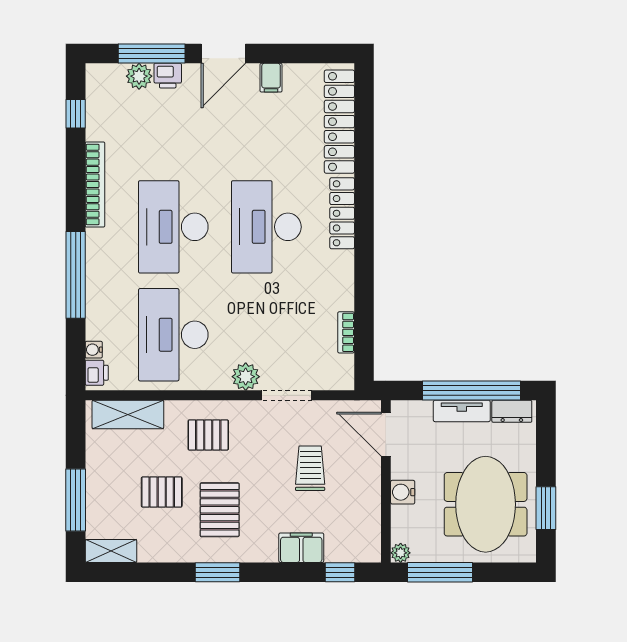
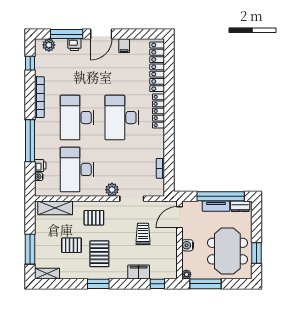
plant: (139, 76) -> (49, 45), moved
printer: (97, 373) -> (40, 166), moved
door: (386, 434) -> (179, 217), hinge flipped

